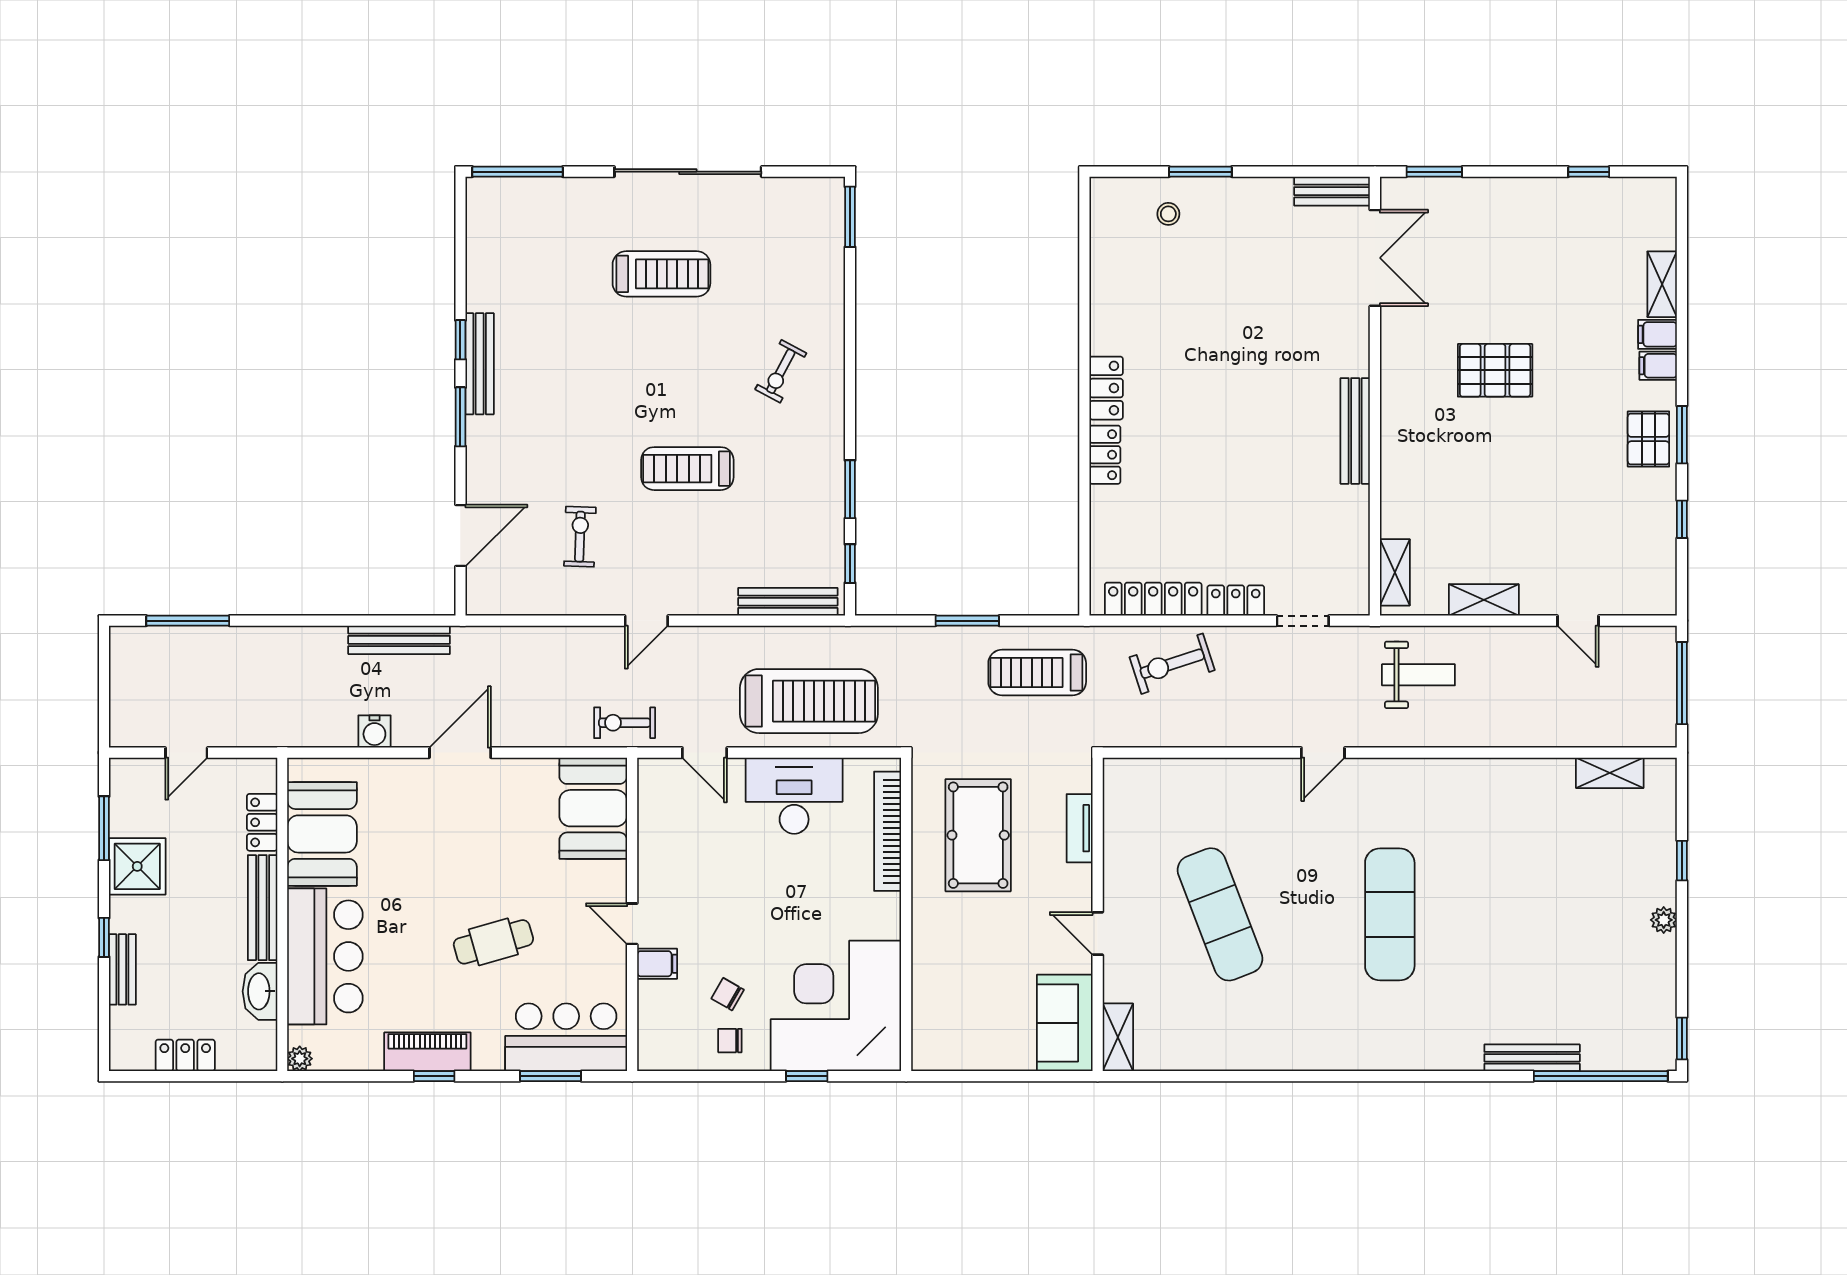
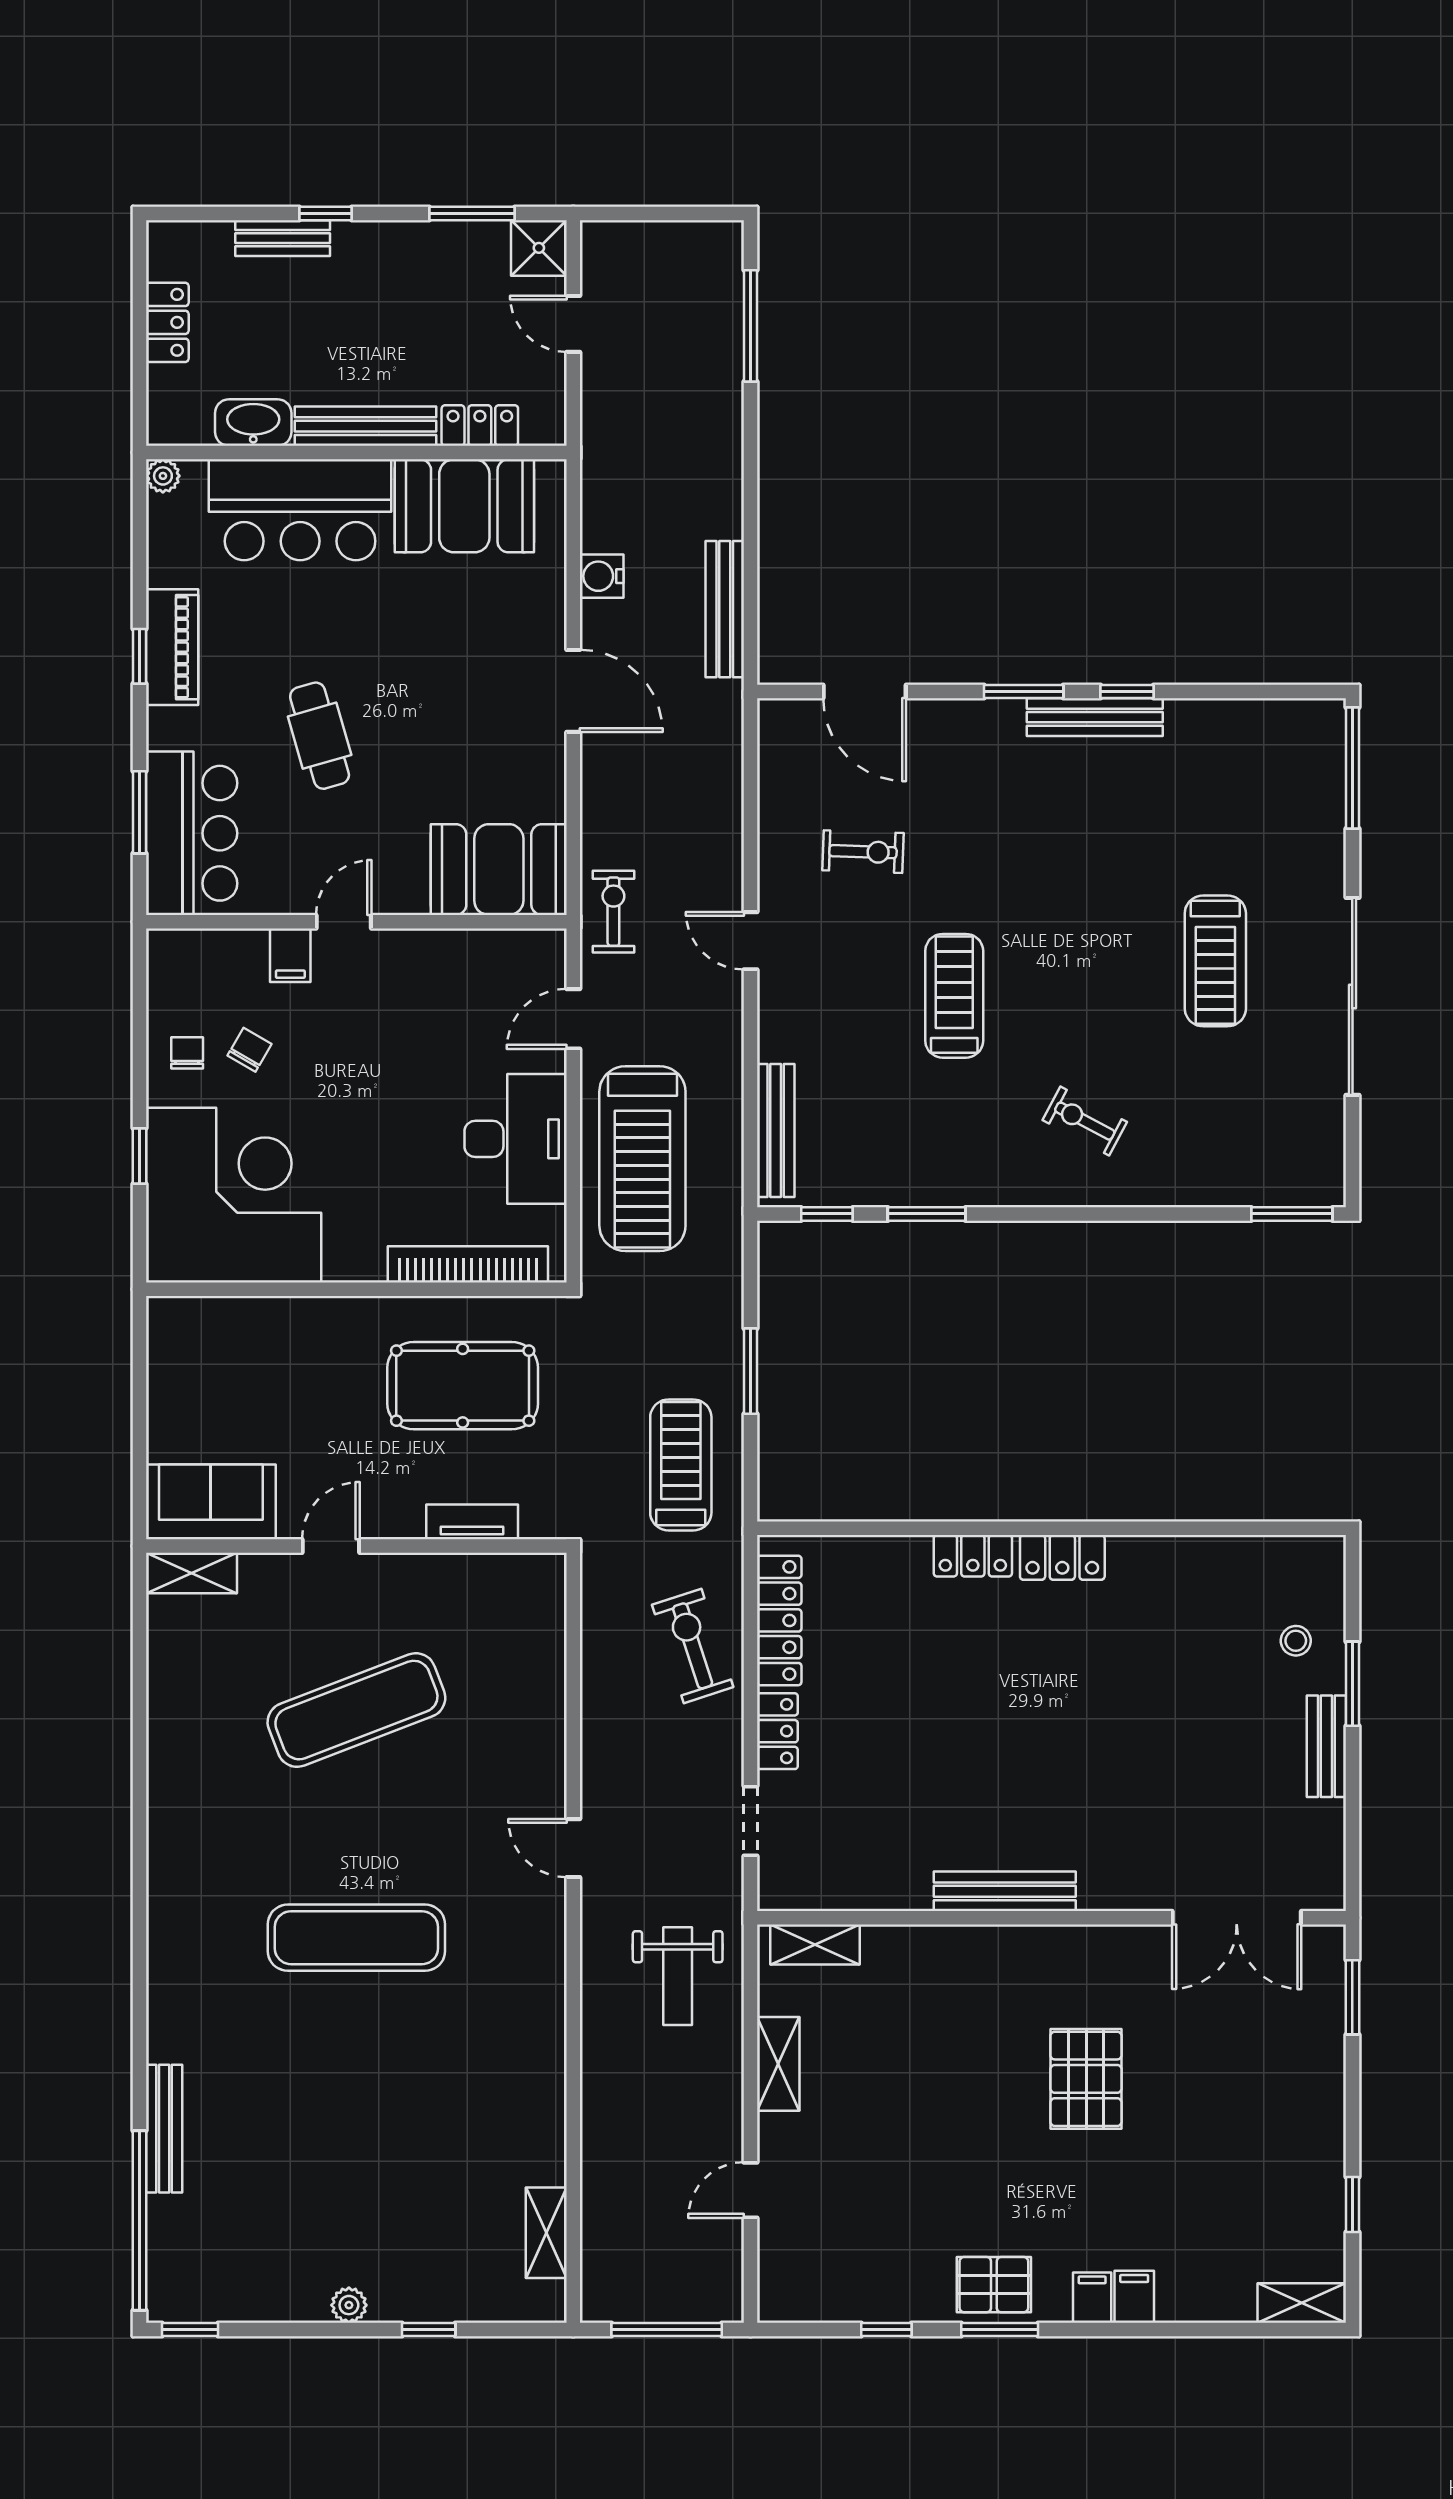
bench: (1332, 191) -> (1326, 1746), moved
shelving: (1662, 284) -> (1302, 2303), moved
shower: (137, 866) -> (539, 248), moved, width x0.73, depth x0.73

